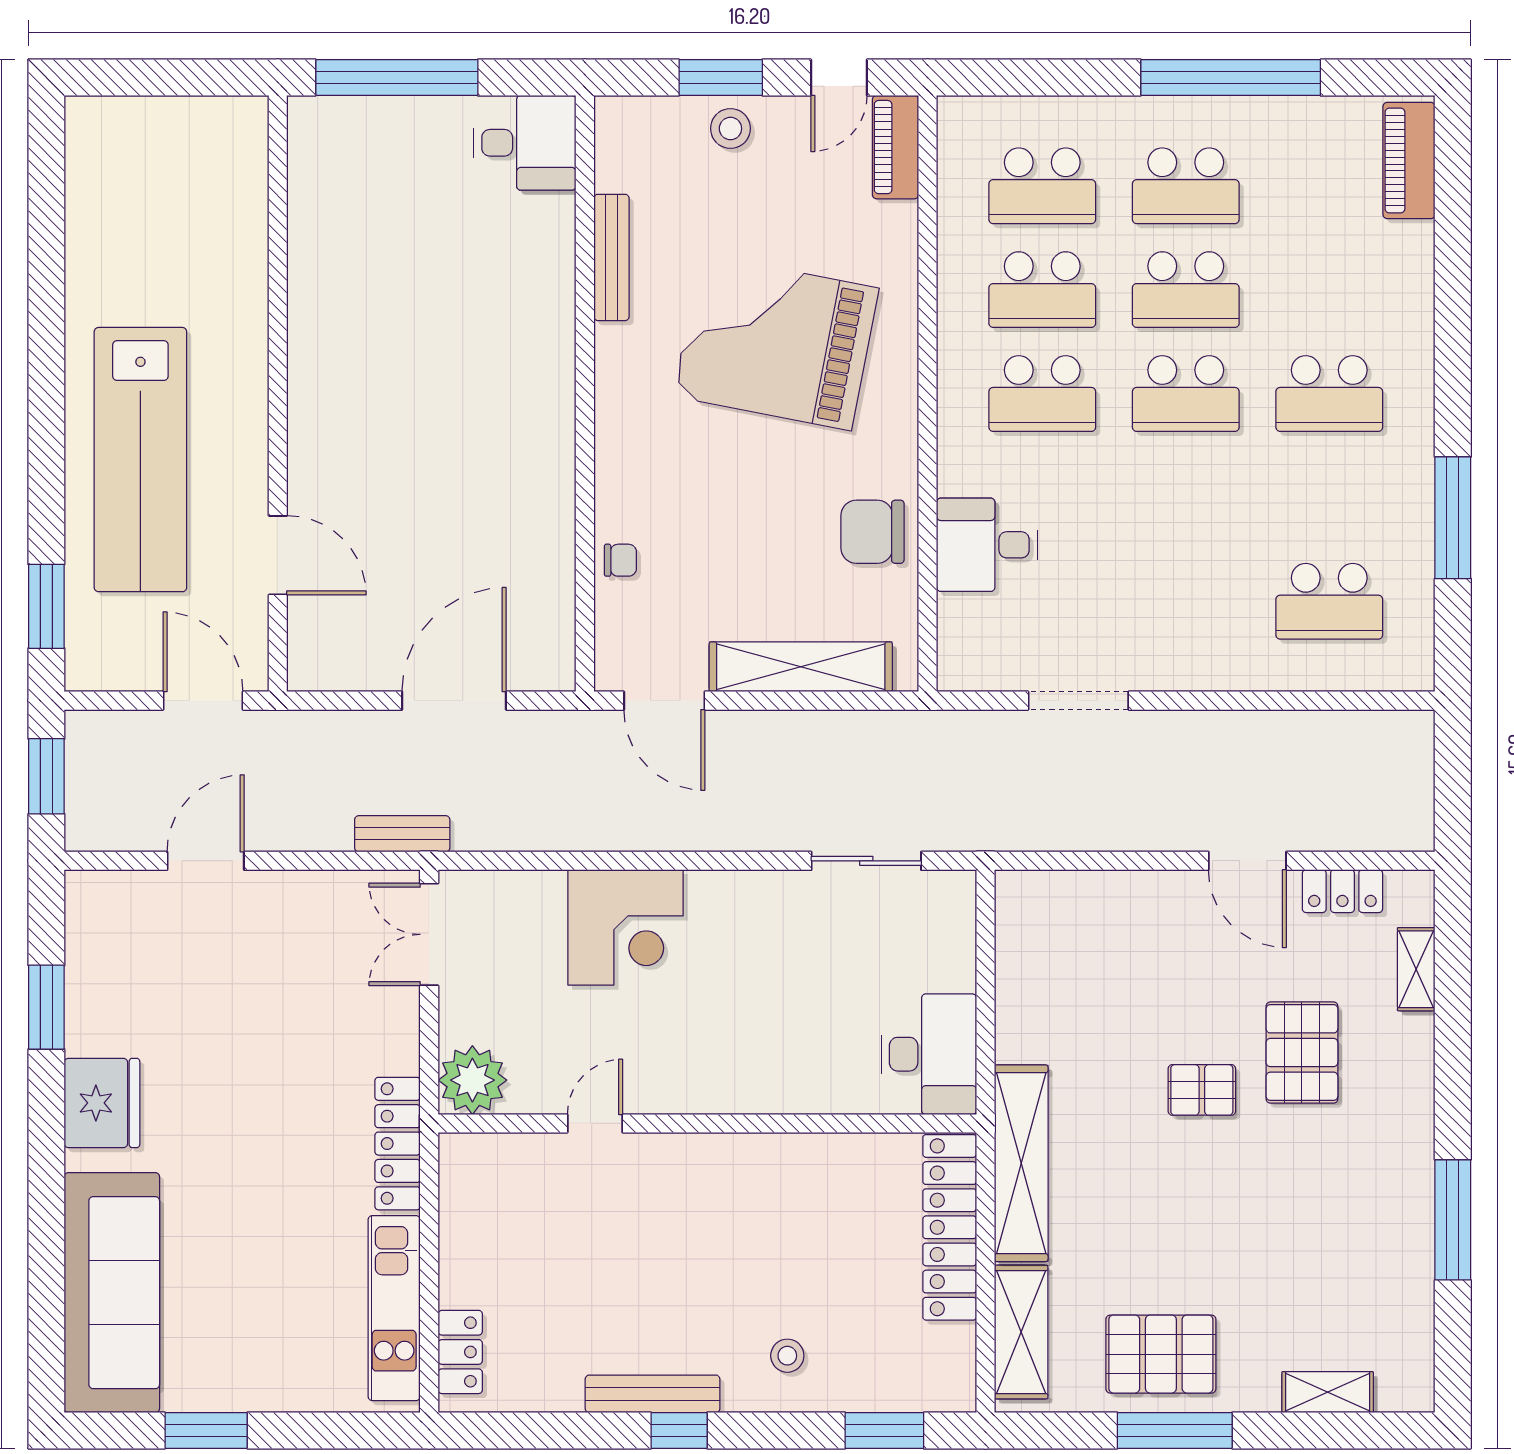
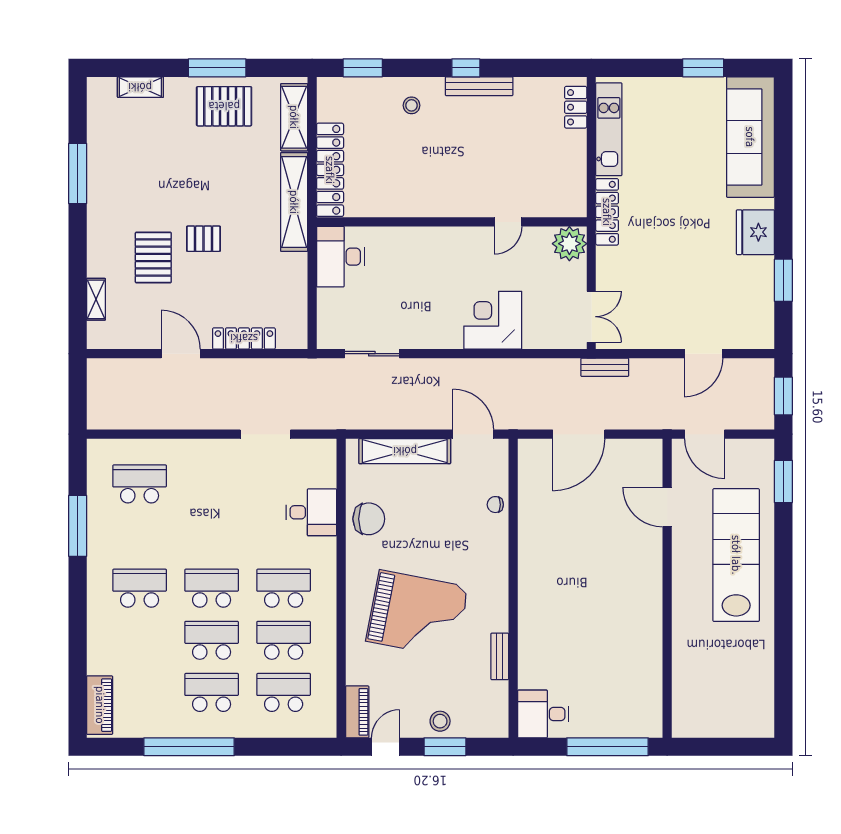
bench: (611, 257) -> (500, 656), width x0.73
locker: (1342, 891) -> (244, 338), moved, width x1.53

